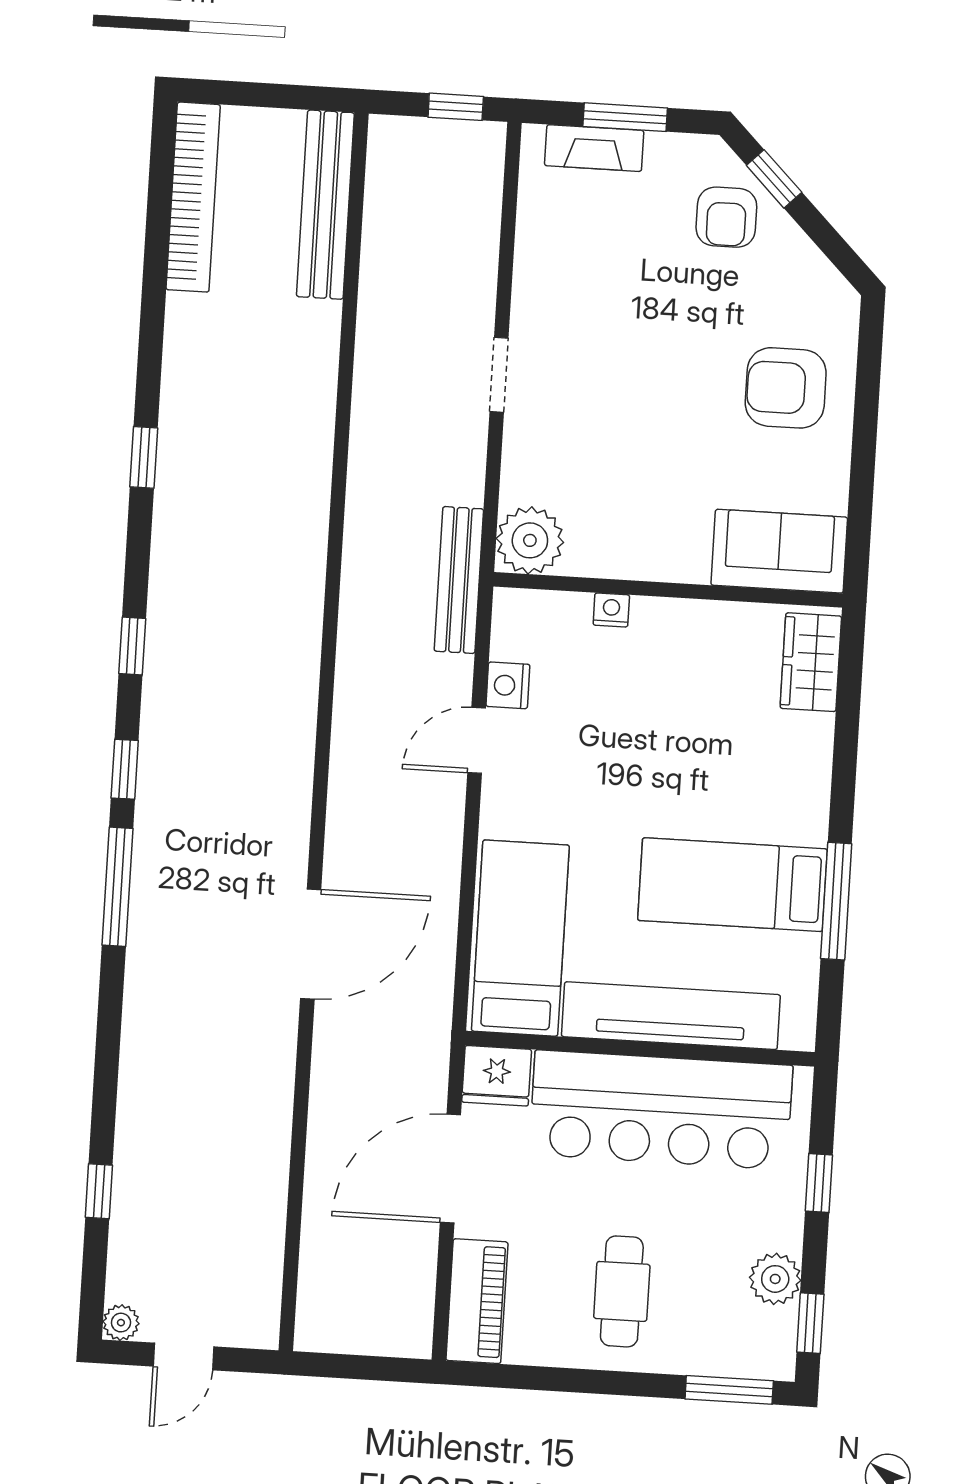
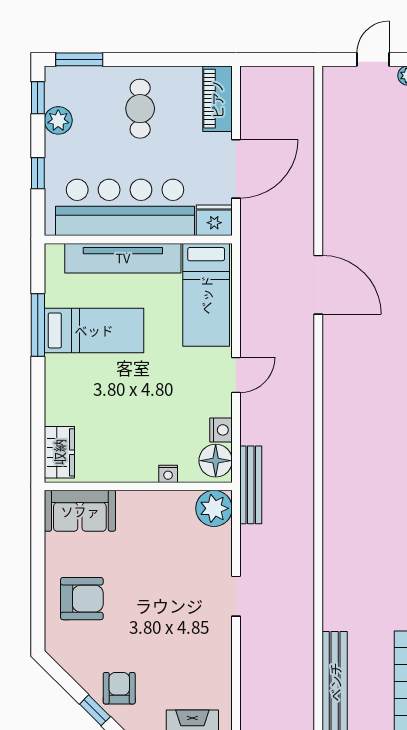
floor lamp: (522, 629) -> (216, 461), added
door: (477, 740) -> (236, 375), moved
door: (311, 944) -> (318, 285), swing flipped

